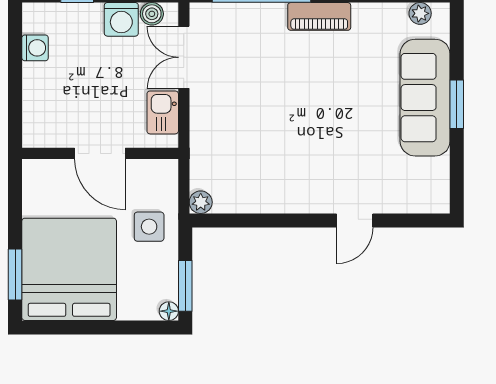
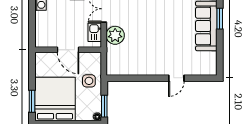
window: (457, 104) -> (220, 19), moved
plant: (201, 202) -> (115, 35), moved, width x1.88, depth x1.88

